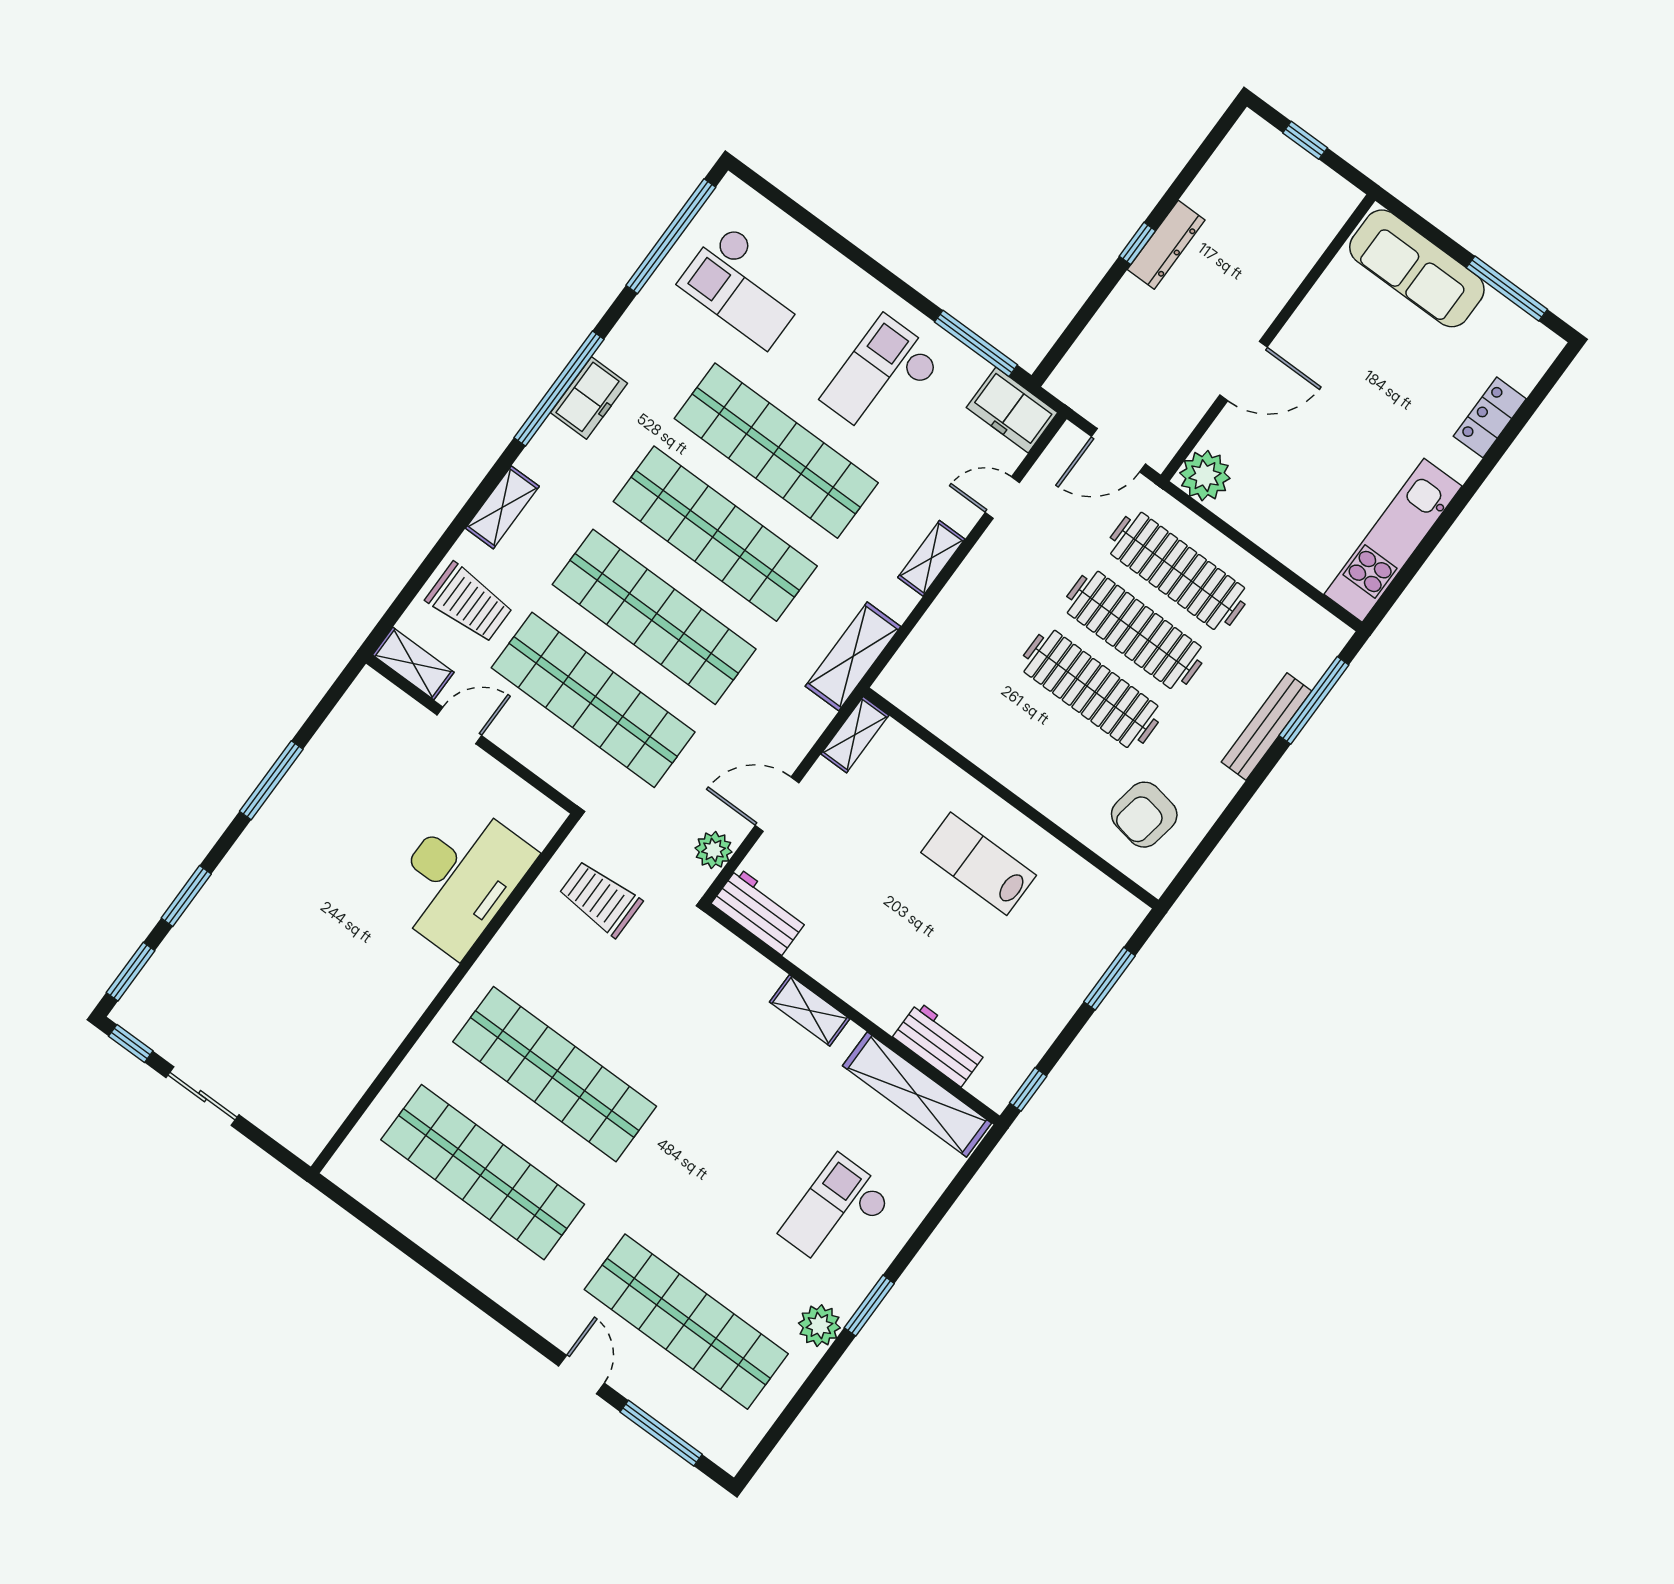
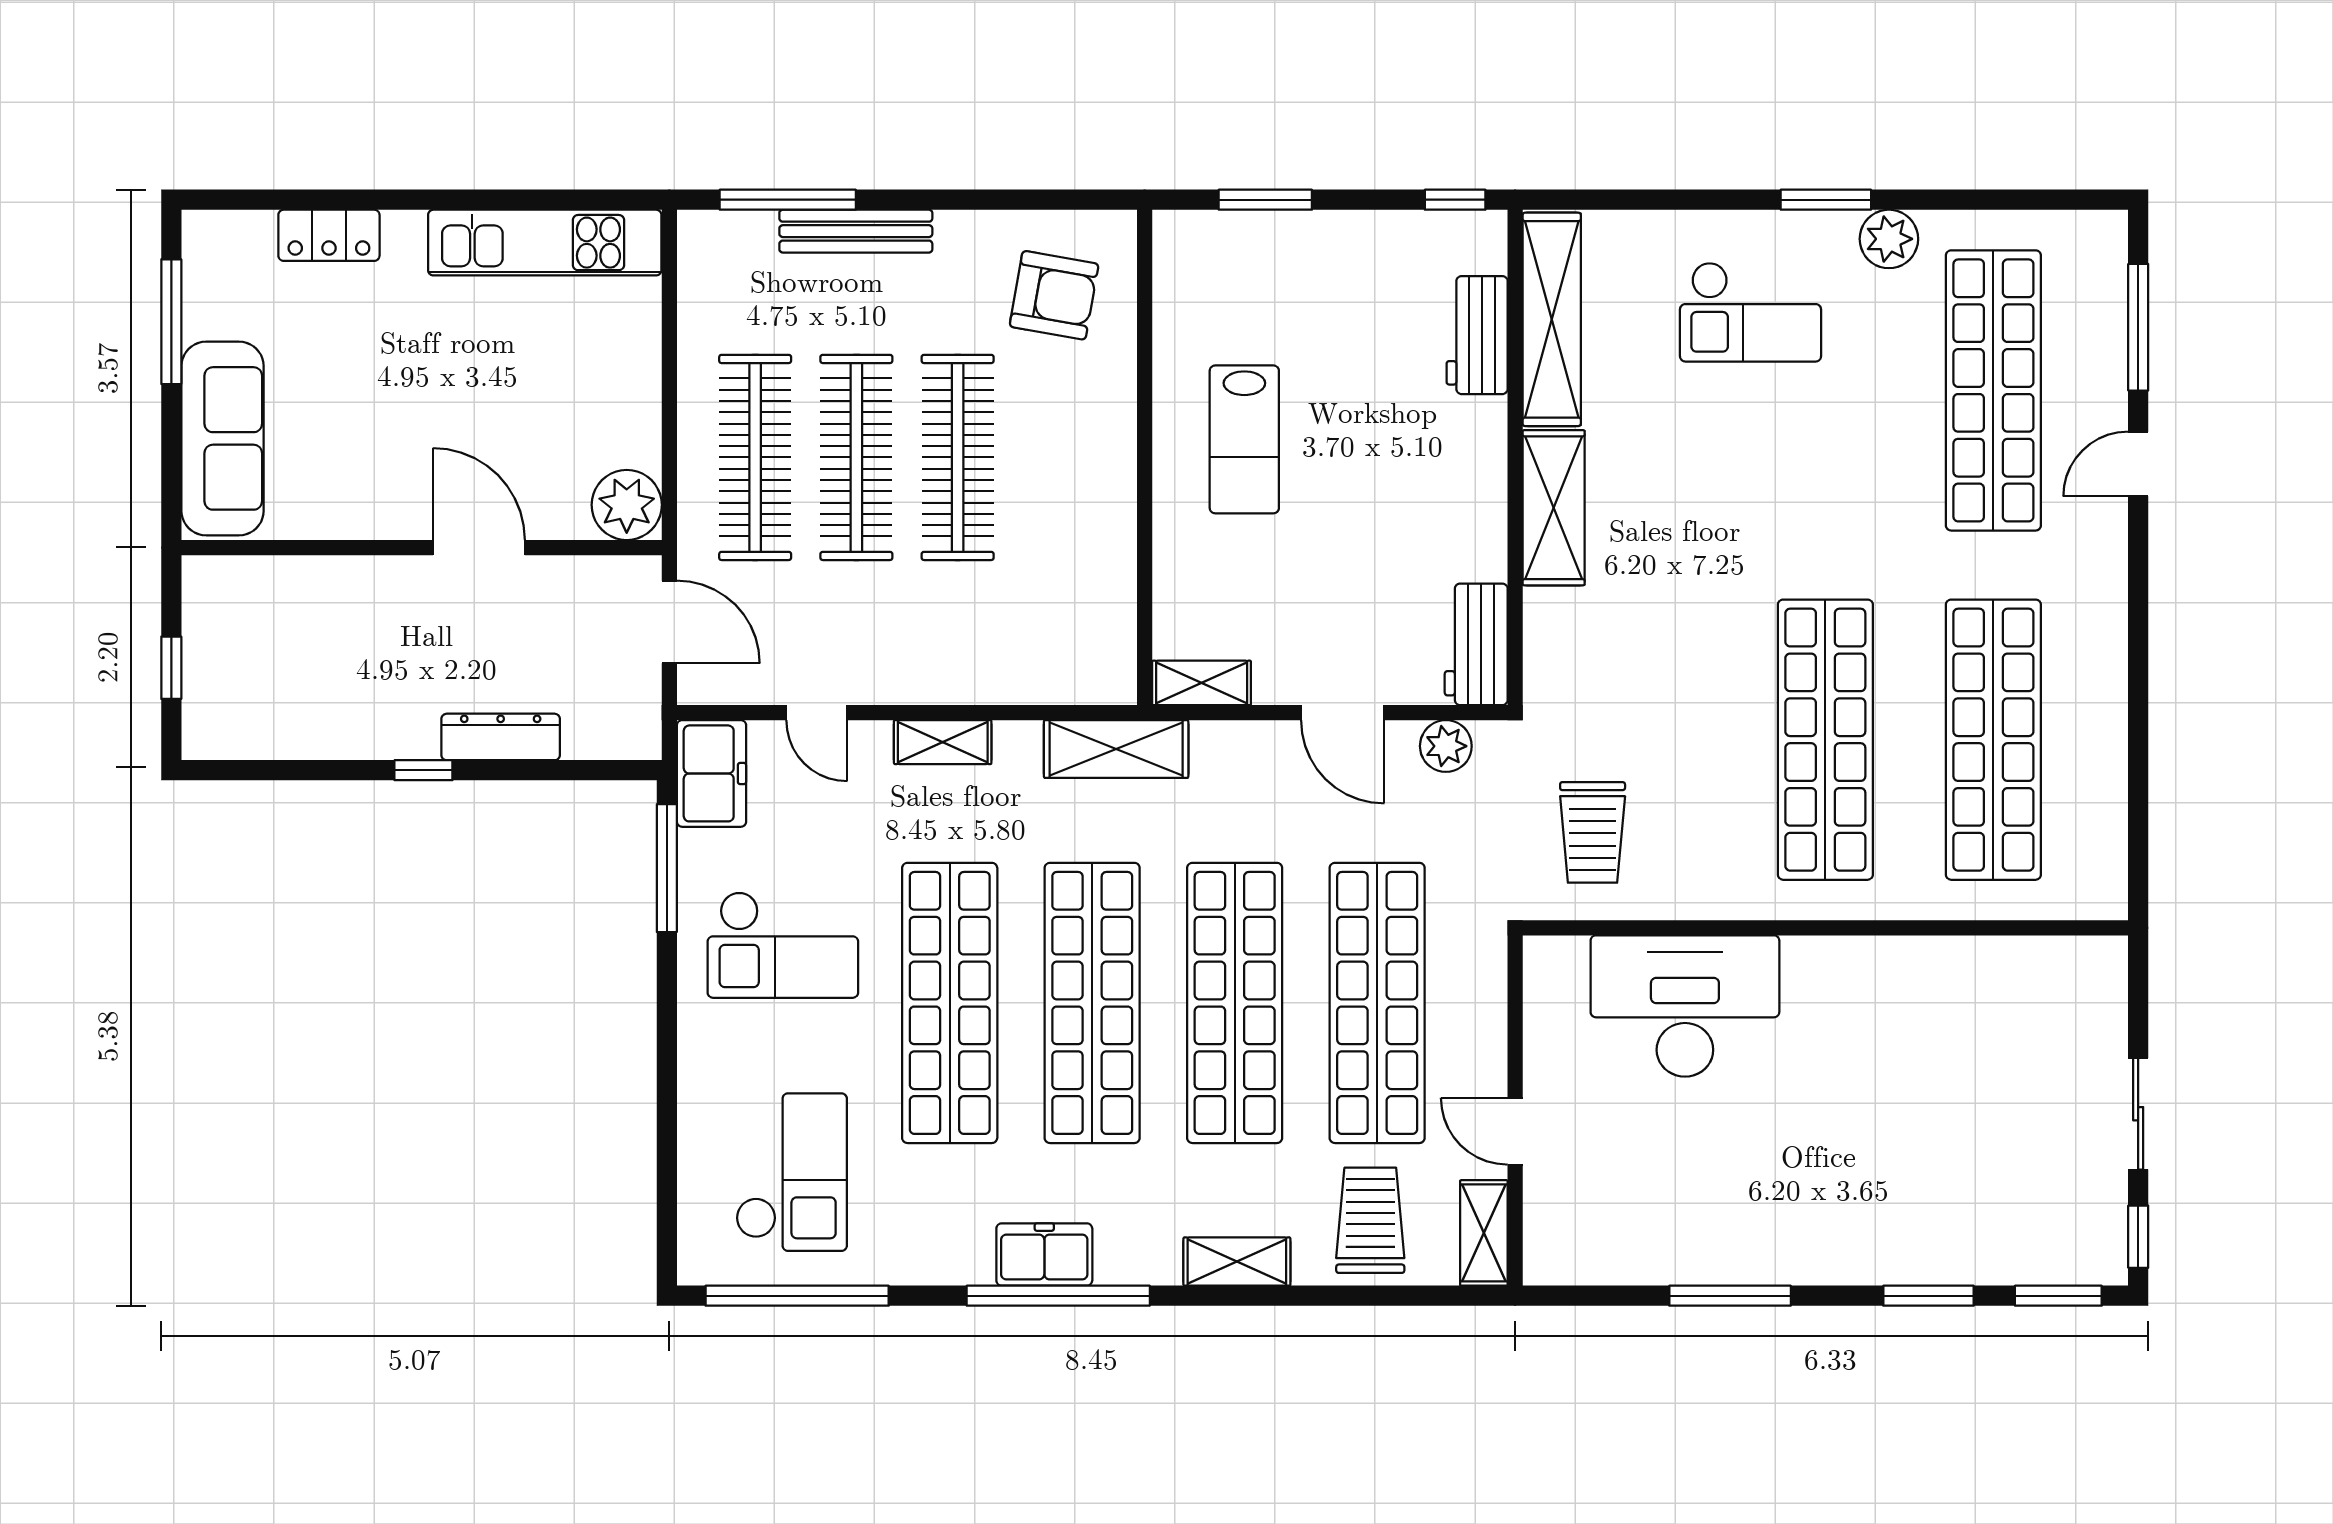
dresser: (1166, 245) -> (501, 737), moved
shelving: (810, 1010) -> (1554, 508), width x1.50, depth x1.33

